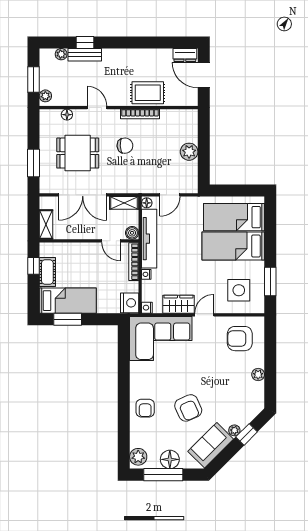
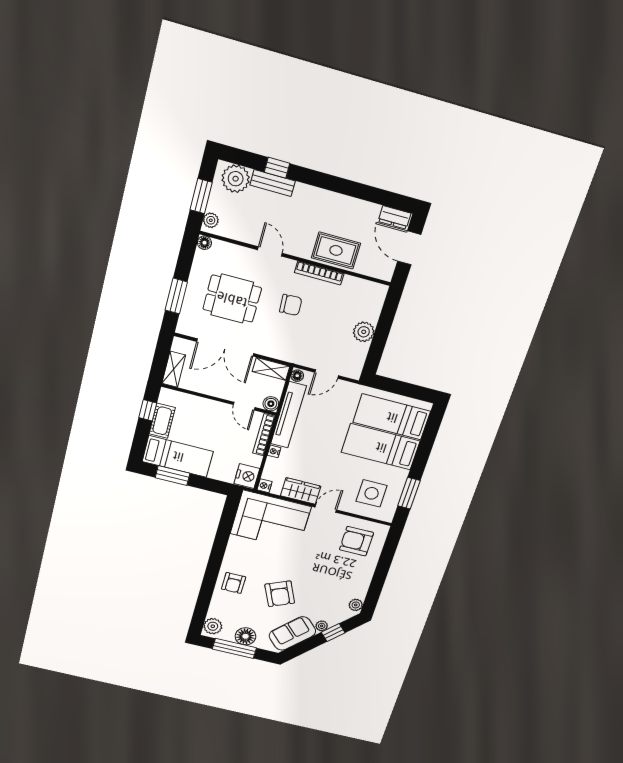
plant: (61, 54) -> (236, 179), width x1.87, depth x1.87
floor lamp: (67, 115) -> (204, 243), moved
plant: (258, 375) -> (356, 605), moved

